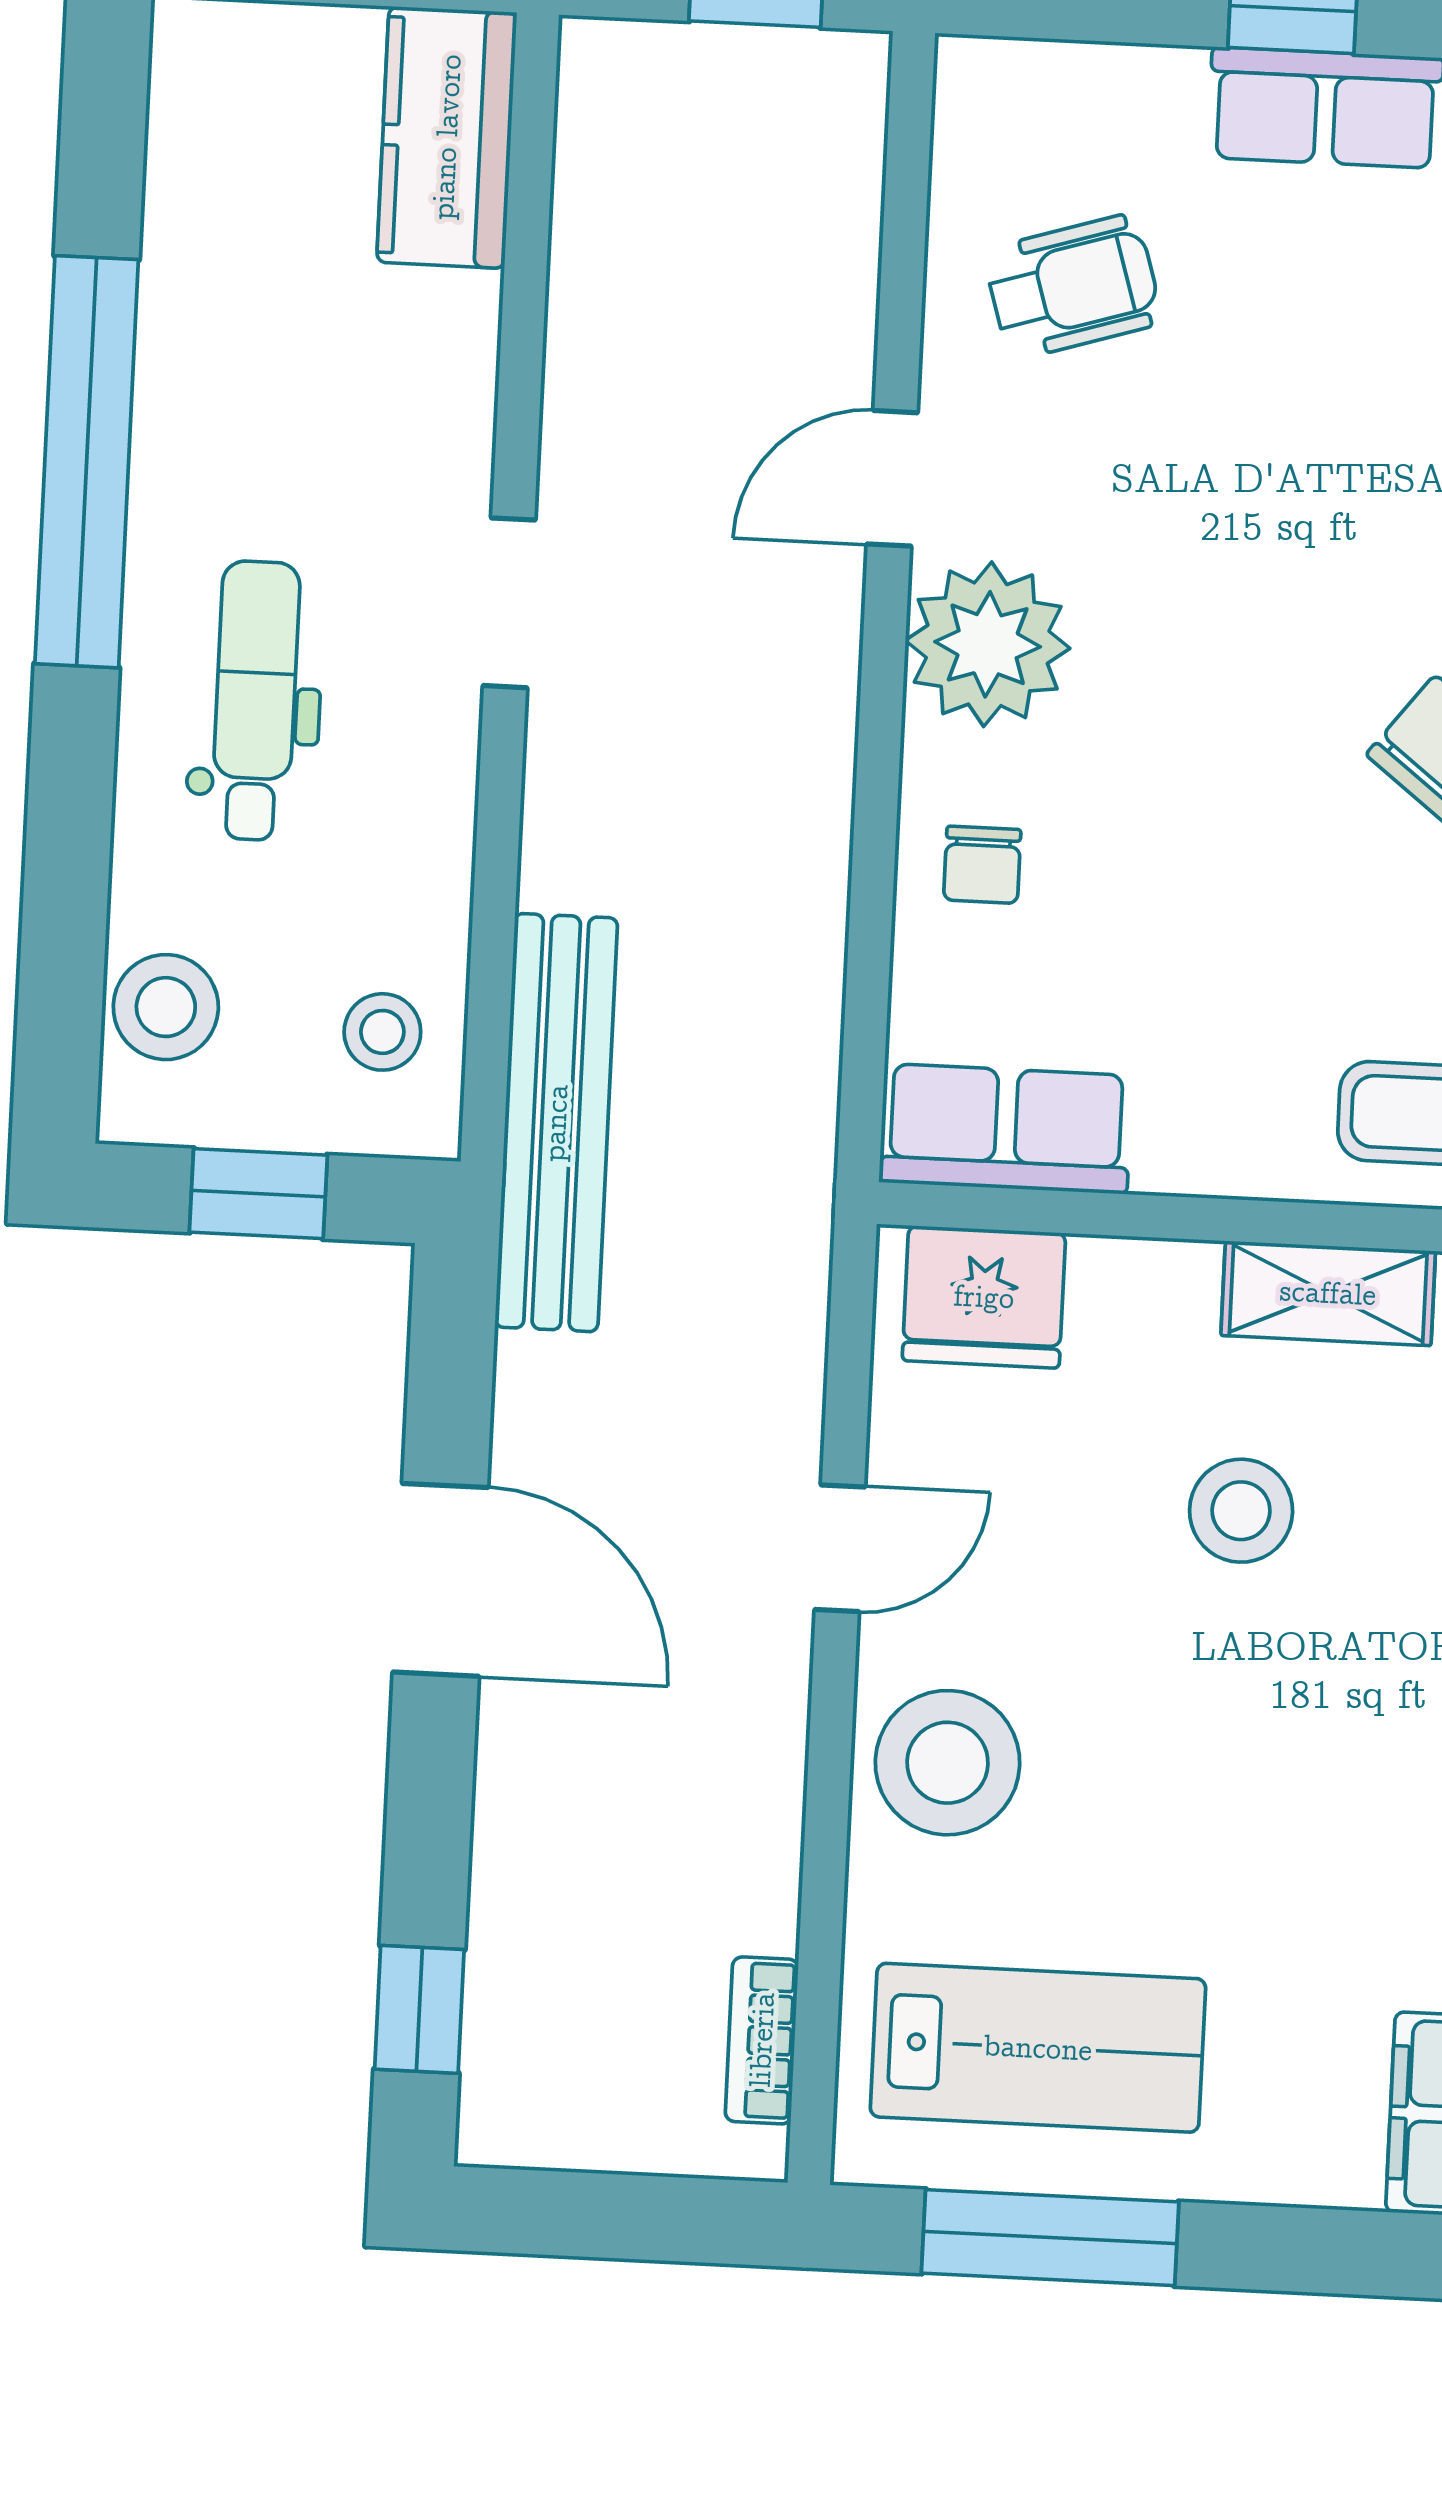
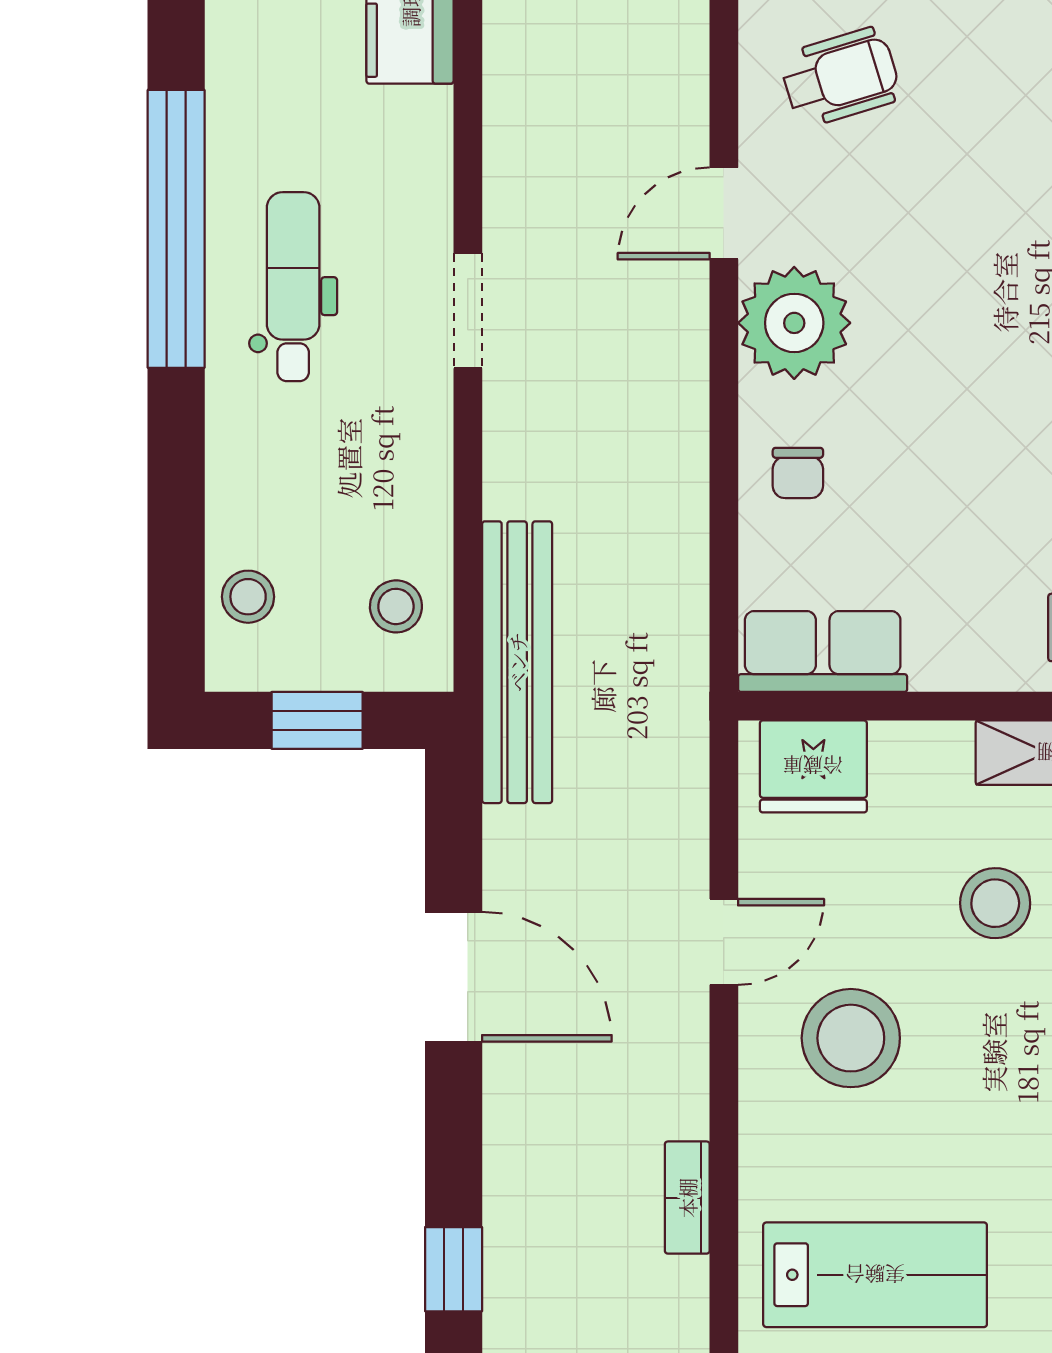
dental chair: (255, 701) -> (293, 287), moved
stool: (166, 1007) -> (248, 597), width x0.73, depth x0.73
stool: (948, 1763) -> (851, 1038), moved
bookcase: (762, 2040) -> (687, 1198), moved

